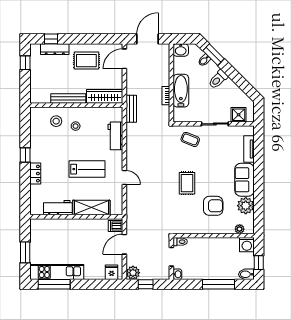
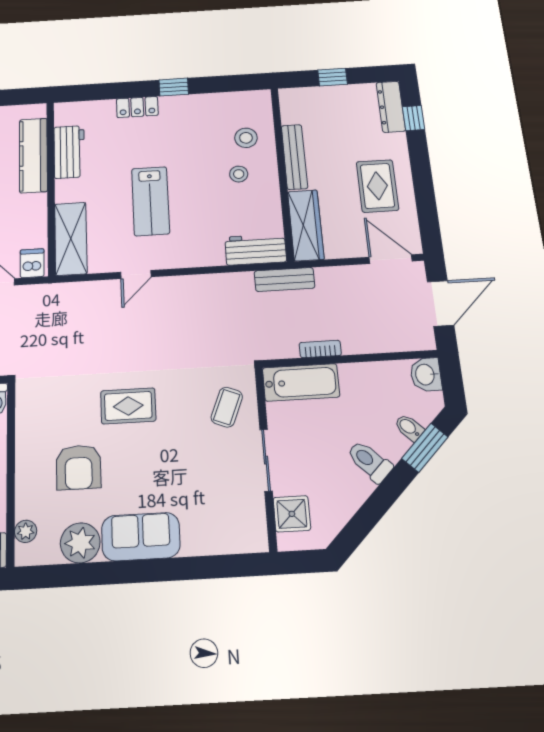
door: (148, 39) -> (441, 303), hinge flipped
dresser: (55, 49) -> (391, 107), moved
window: (25, 63) -> (333, 77), moved
bathtub: (181, 91) -> (301, 382), moved
workbench: (115, 136) -> (256, 249), moved
tv unit: (249, 149) -> (214, 543), removed
shelving: (91, 208) -> (71, 239), moved
kitchen counter: (58, 225) -> (33, 155), added

